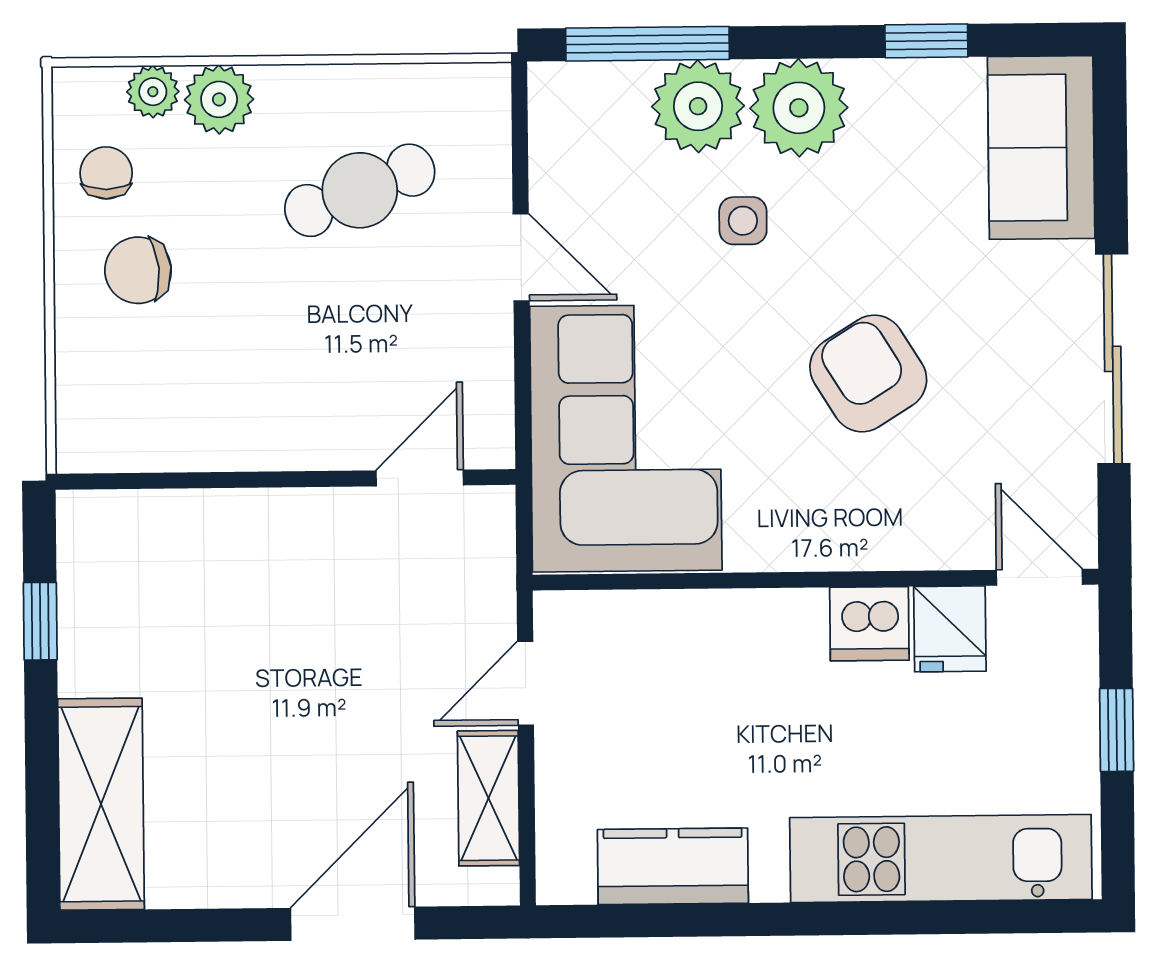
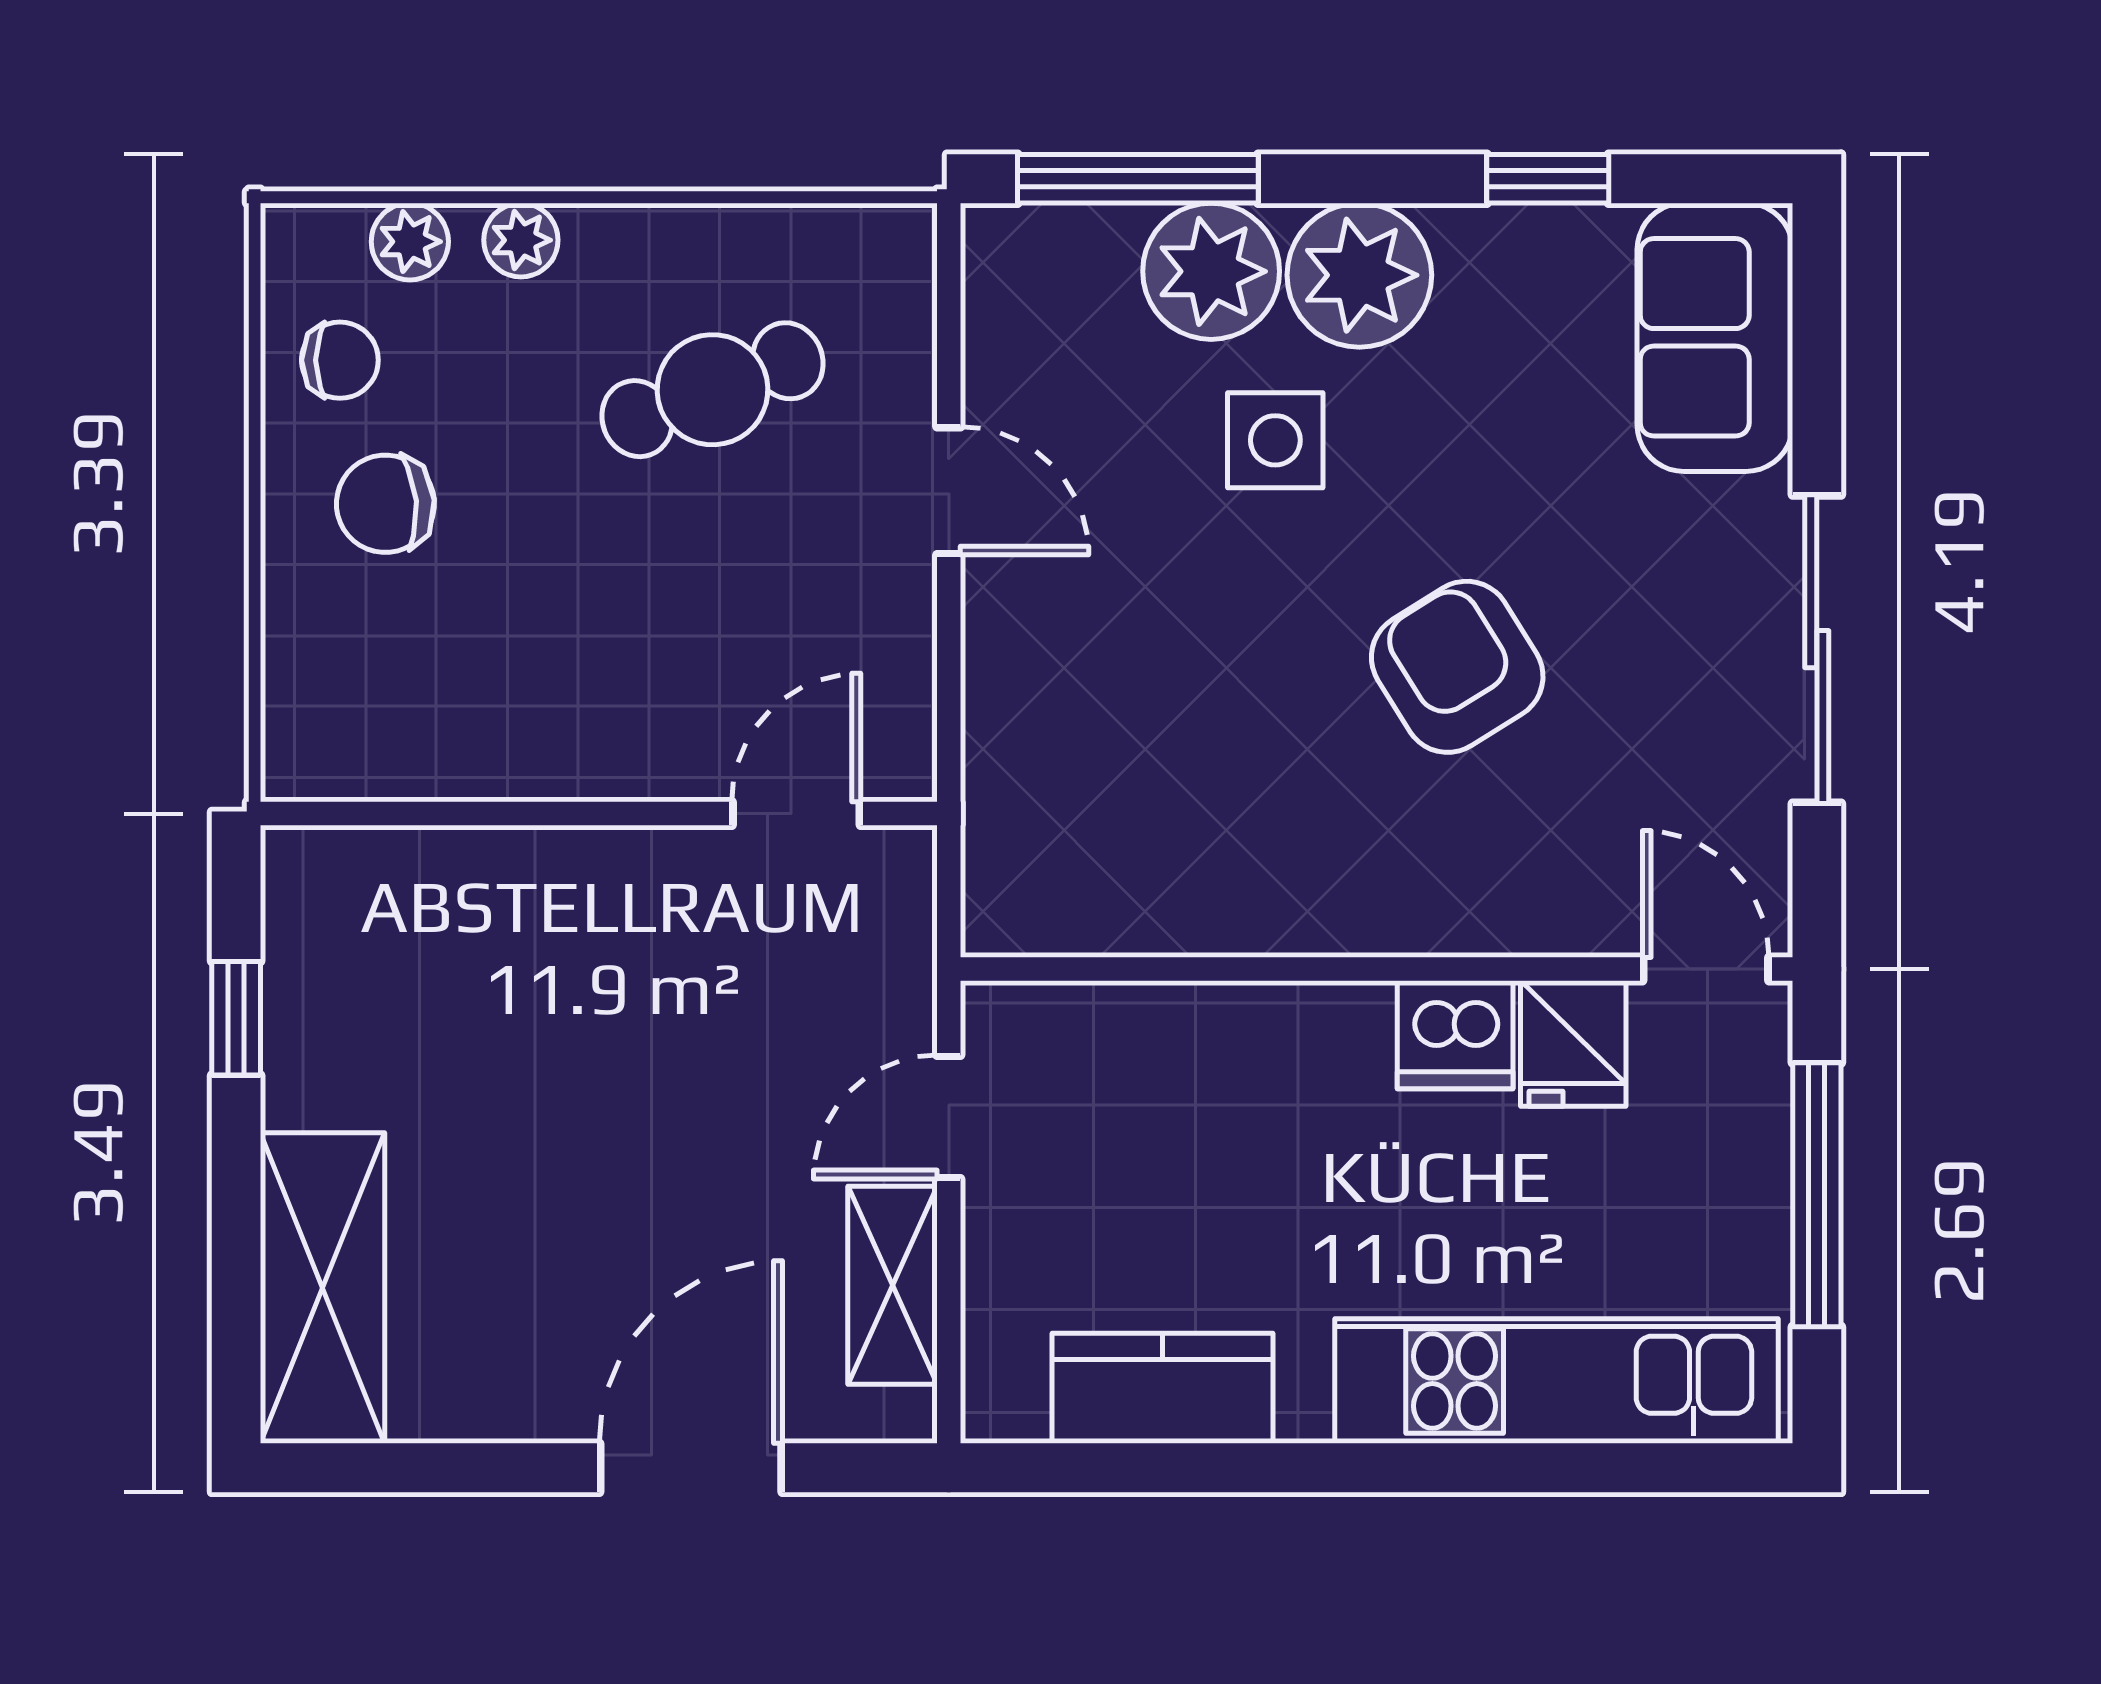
plant: (219, 99) -> (521, 240), width x0.73, depth x0.73
chair: (106, 173) -> (340, 360), turned 90
side table: (743, 221) -> (1275, 440), width x1.37, depth x1.37
corner sofa: (626, 438) -> (1100, 758), removed
window: (1117, 730) -> (1817, 1195), width x2.17

